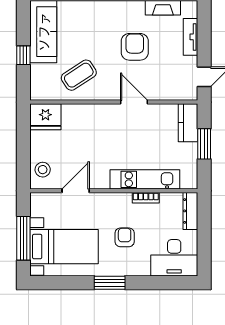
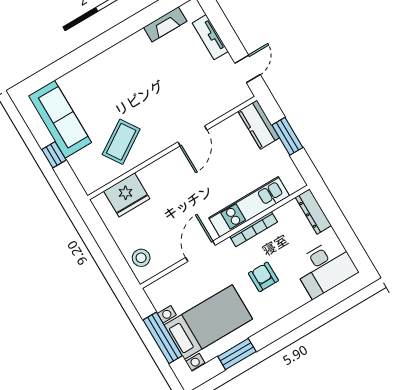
armchair: (135, 47) -> (160, 80), removed
door: (134, 102) -> (192, 136), swing flipped
fridge: (45, 117) -> (127, 195), moved
door: (76, 191) -> (200, 251), moved
bookcase: (146, 198) -> (254, 229), width x1.56
window: (110, 283) -> (237, 354), moved

